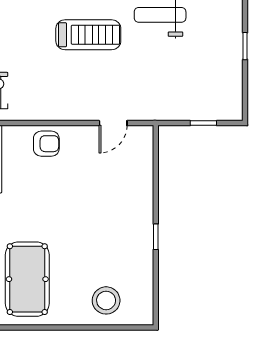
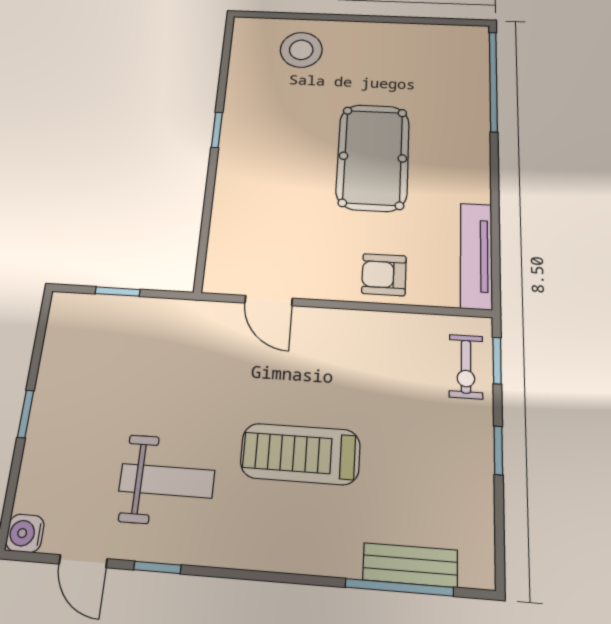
door: (113, 123) -> (269, 301), swing flipped
pool table: (27, 279) -> (373, 157), moved

